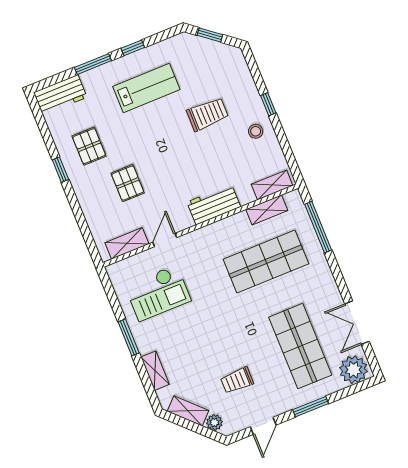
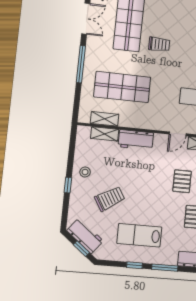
workbench: (214, 53) -> (85, 236), added
trolley: (208, 114) -> (110, 199), turned 149
shelving: (272, 185) -> (105, 134), moved
window: (318, 227) -> (81, 64), moved
trolley: (237, 380) -> (159, 44), moved

